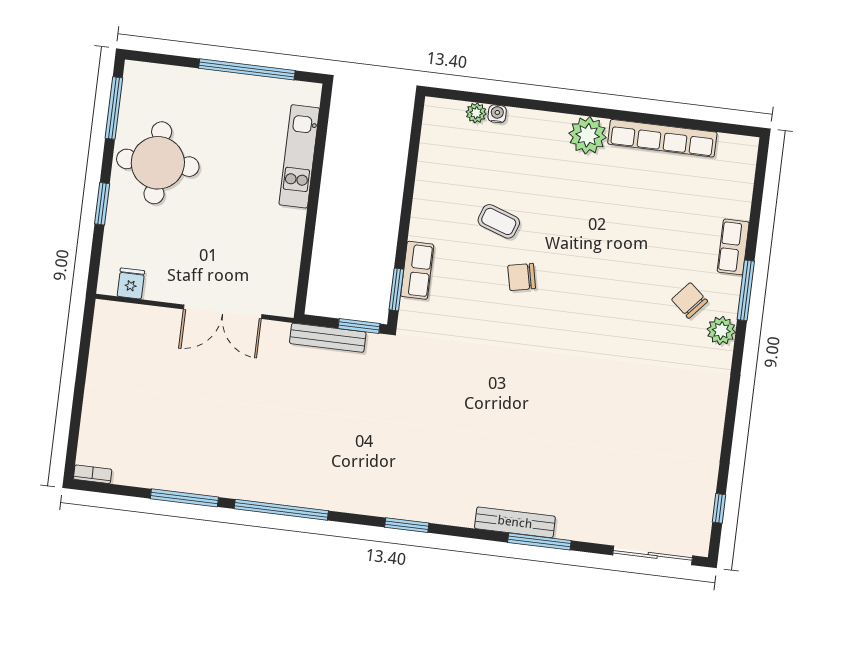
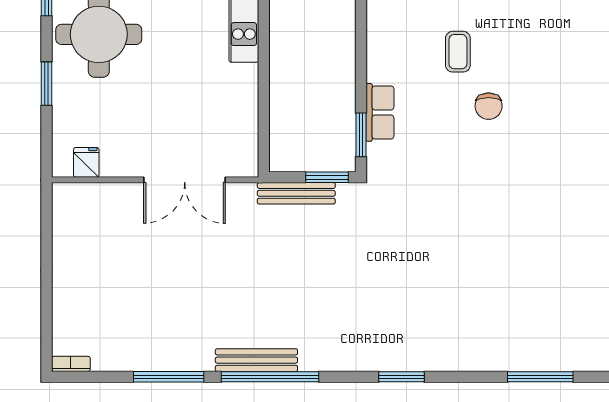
coffee table: (499, 221) -> (458, 52), turned 71
chair: (522, 277) -> (489, 106), turned -78
bench: (515, 522) -> (256, 360), moved

